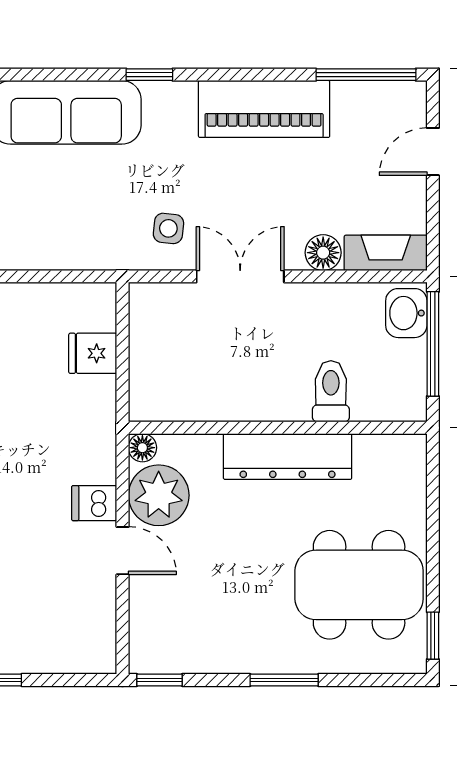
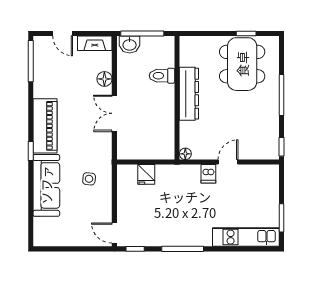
piano: (264, 109) -> (45, 126), moved
side table: (168, 228) -> (89, 179), moved
fireplace: (386, 253) -> (95, 43), moved, turned -90
plant: (159, 495) -> (205, 147), removed
window: (433, 636) -> (246, 33), moved
window: (284, 680) -> (282, 95), width x1.44

